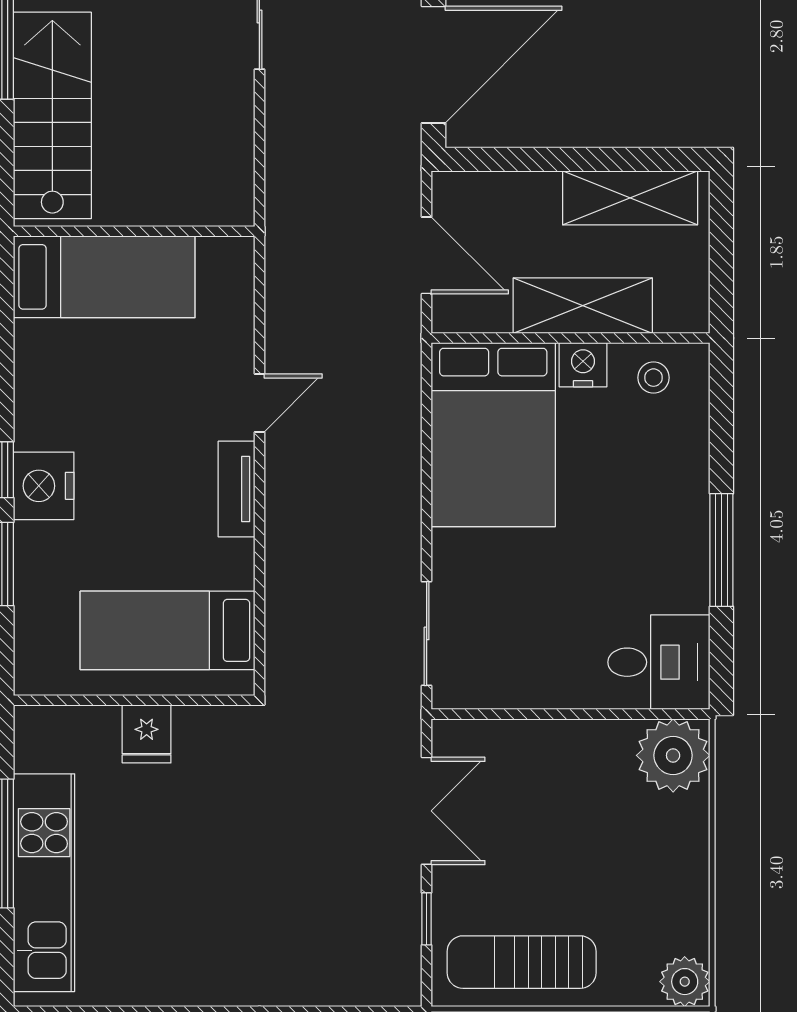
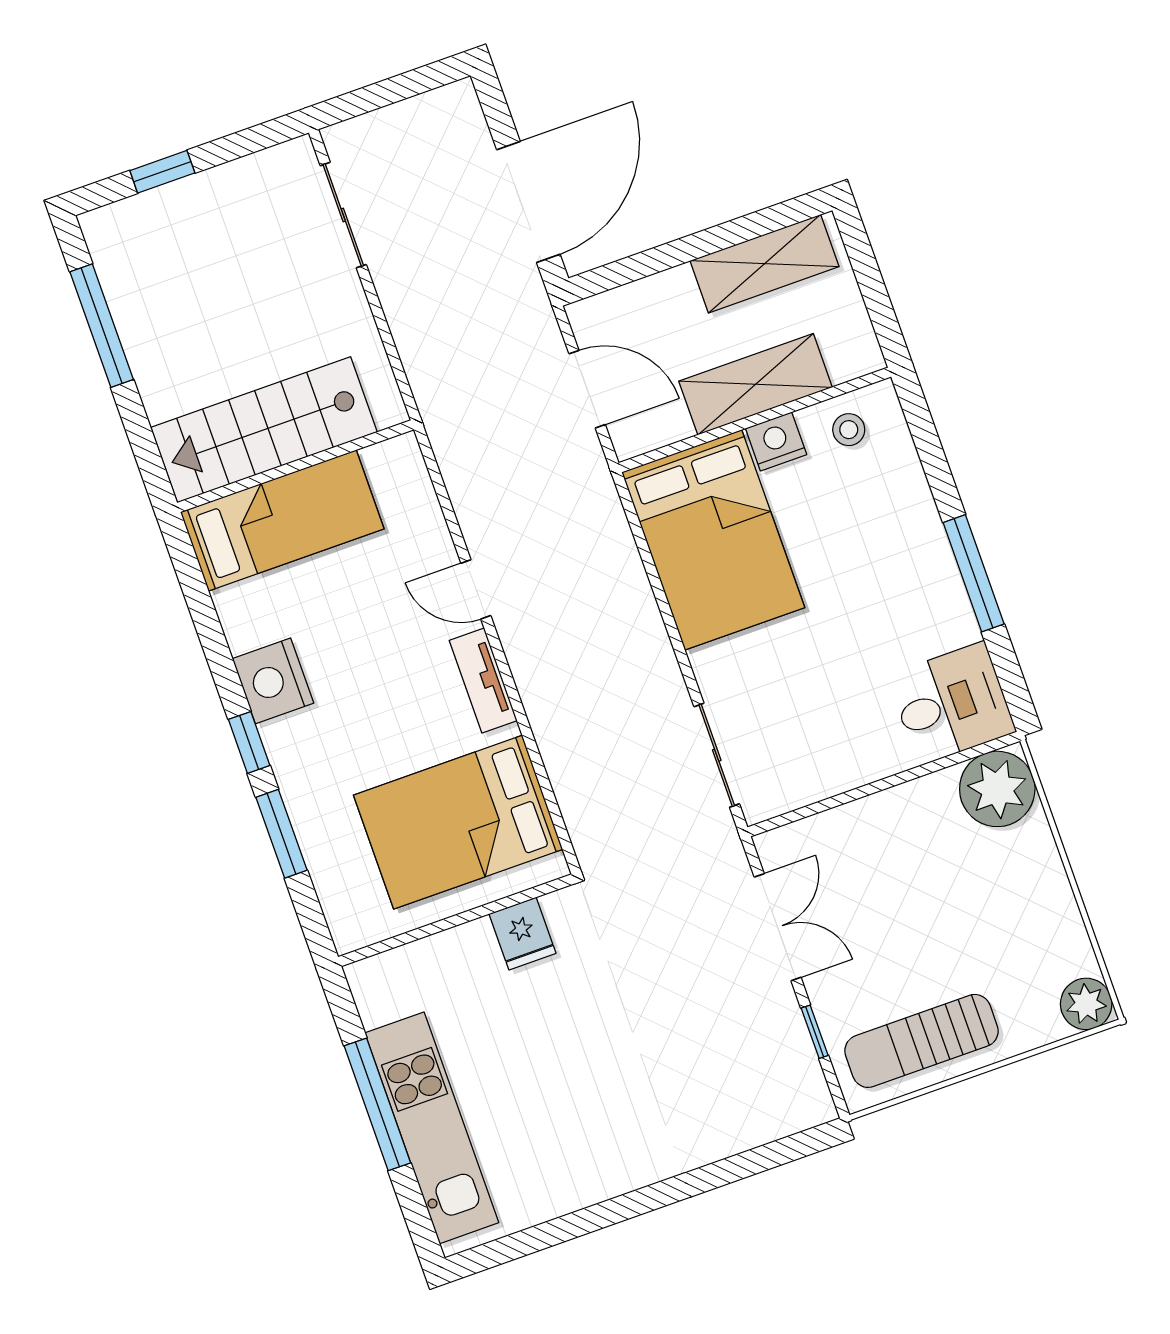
stairs: (52, 115) -> (264, 430), moved, turned -90
door: (259, 403) -> (476, 589), swing flipped
nightstand: (44, 486) -> (273, 681), moved
bed: (168, 630) -> (458, 822), width x1.50
fridge: (147, 734) -> (523, 934), moved

